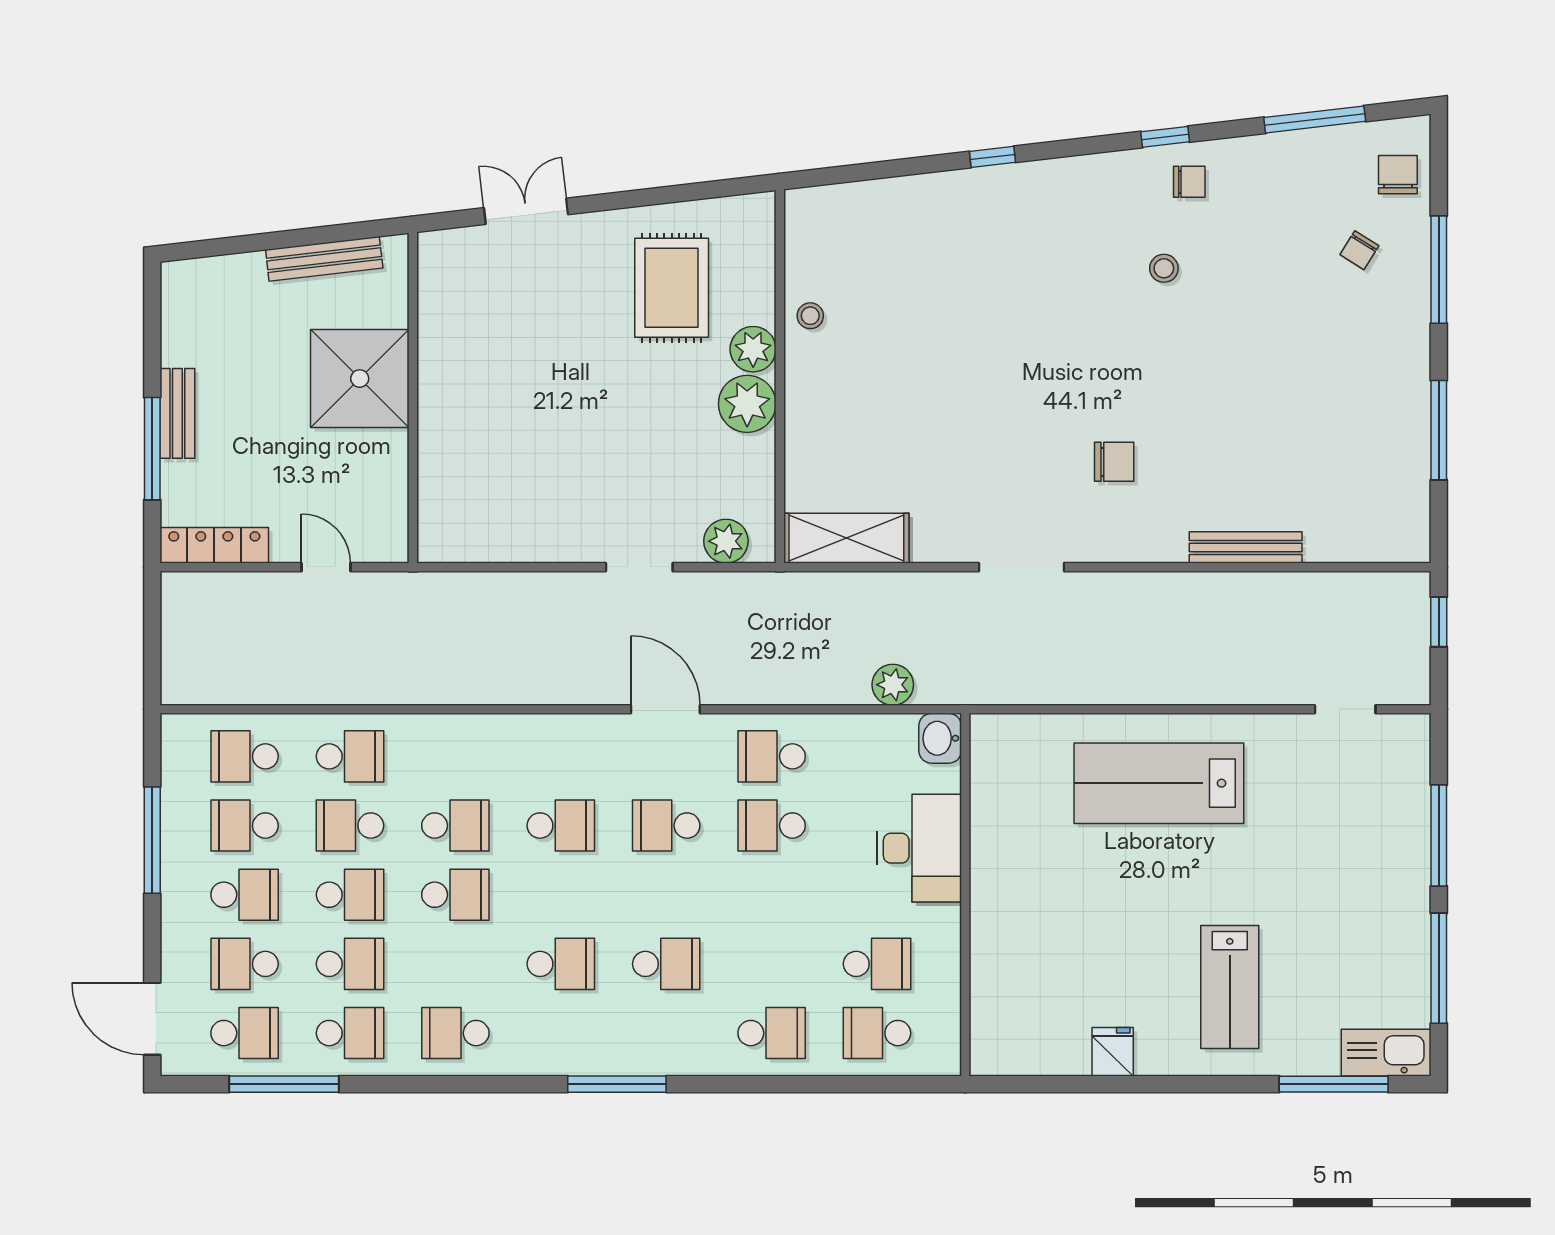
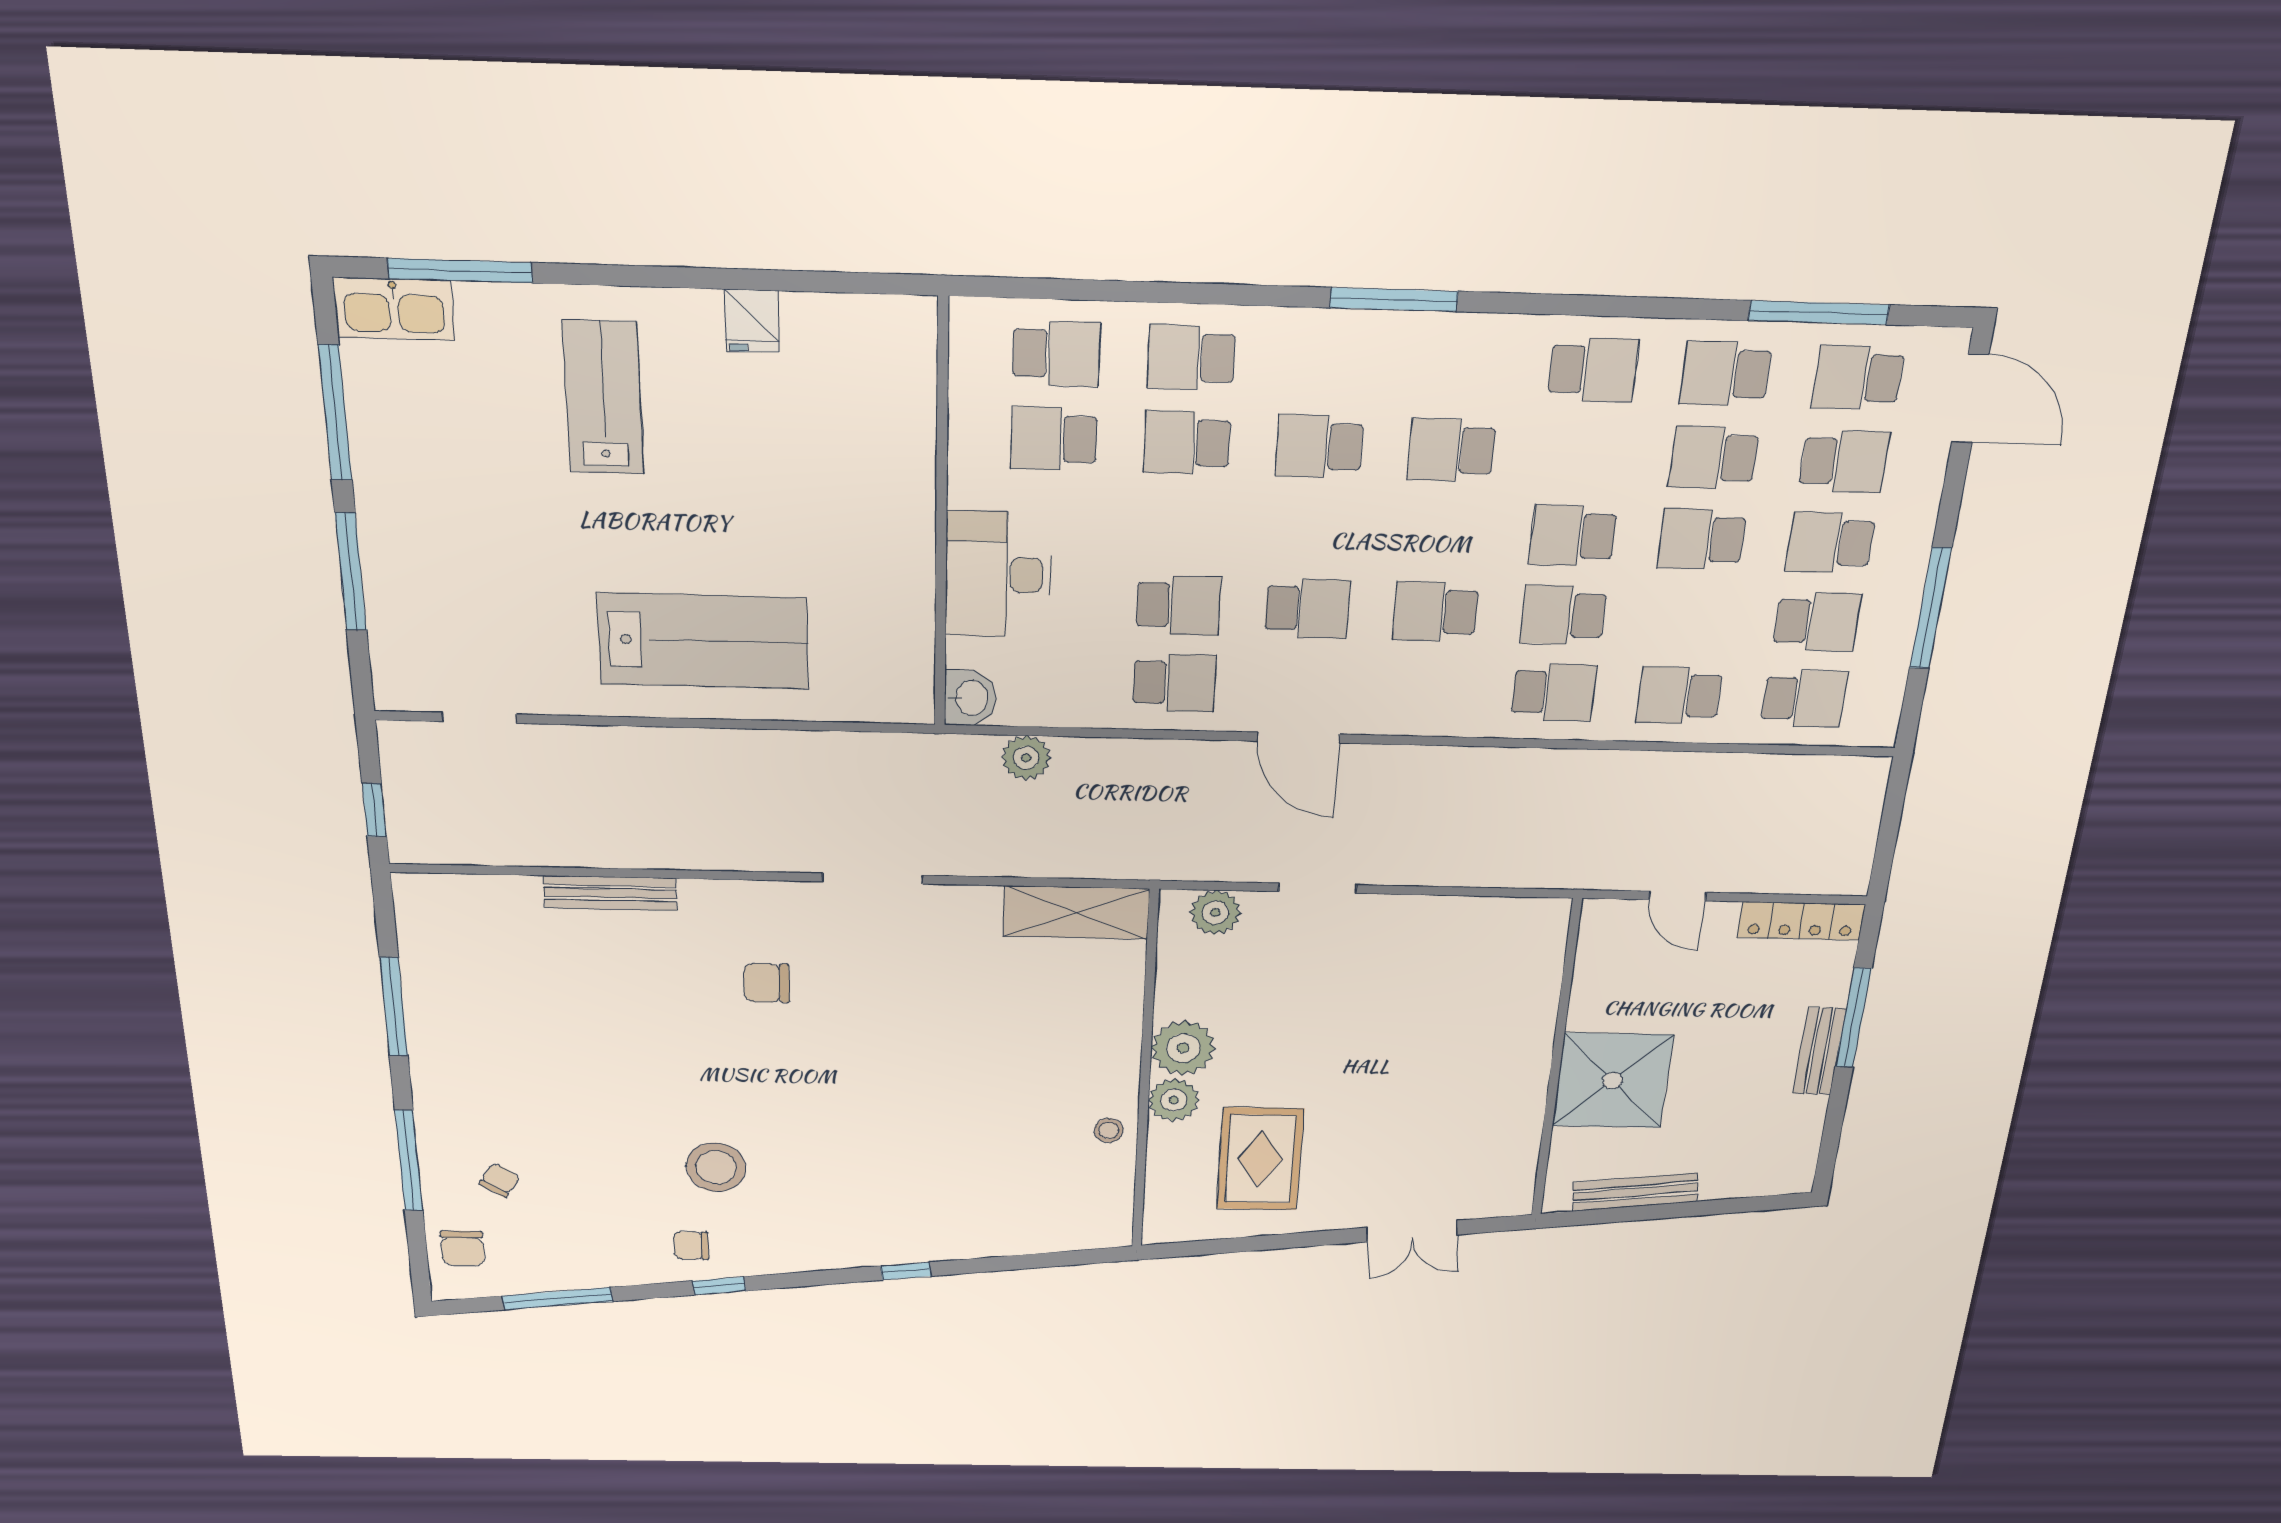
stool: (1164, 268) -> (716, 1167), width x1.89, depth x1.89
school desk: (350, 826) -> (1554, 692), moved
school desk: (772, 964) -> (1187, 443), added

